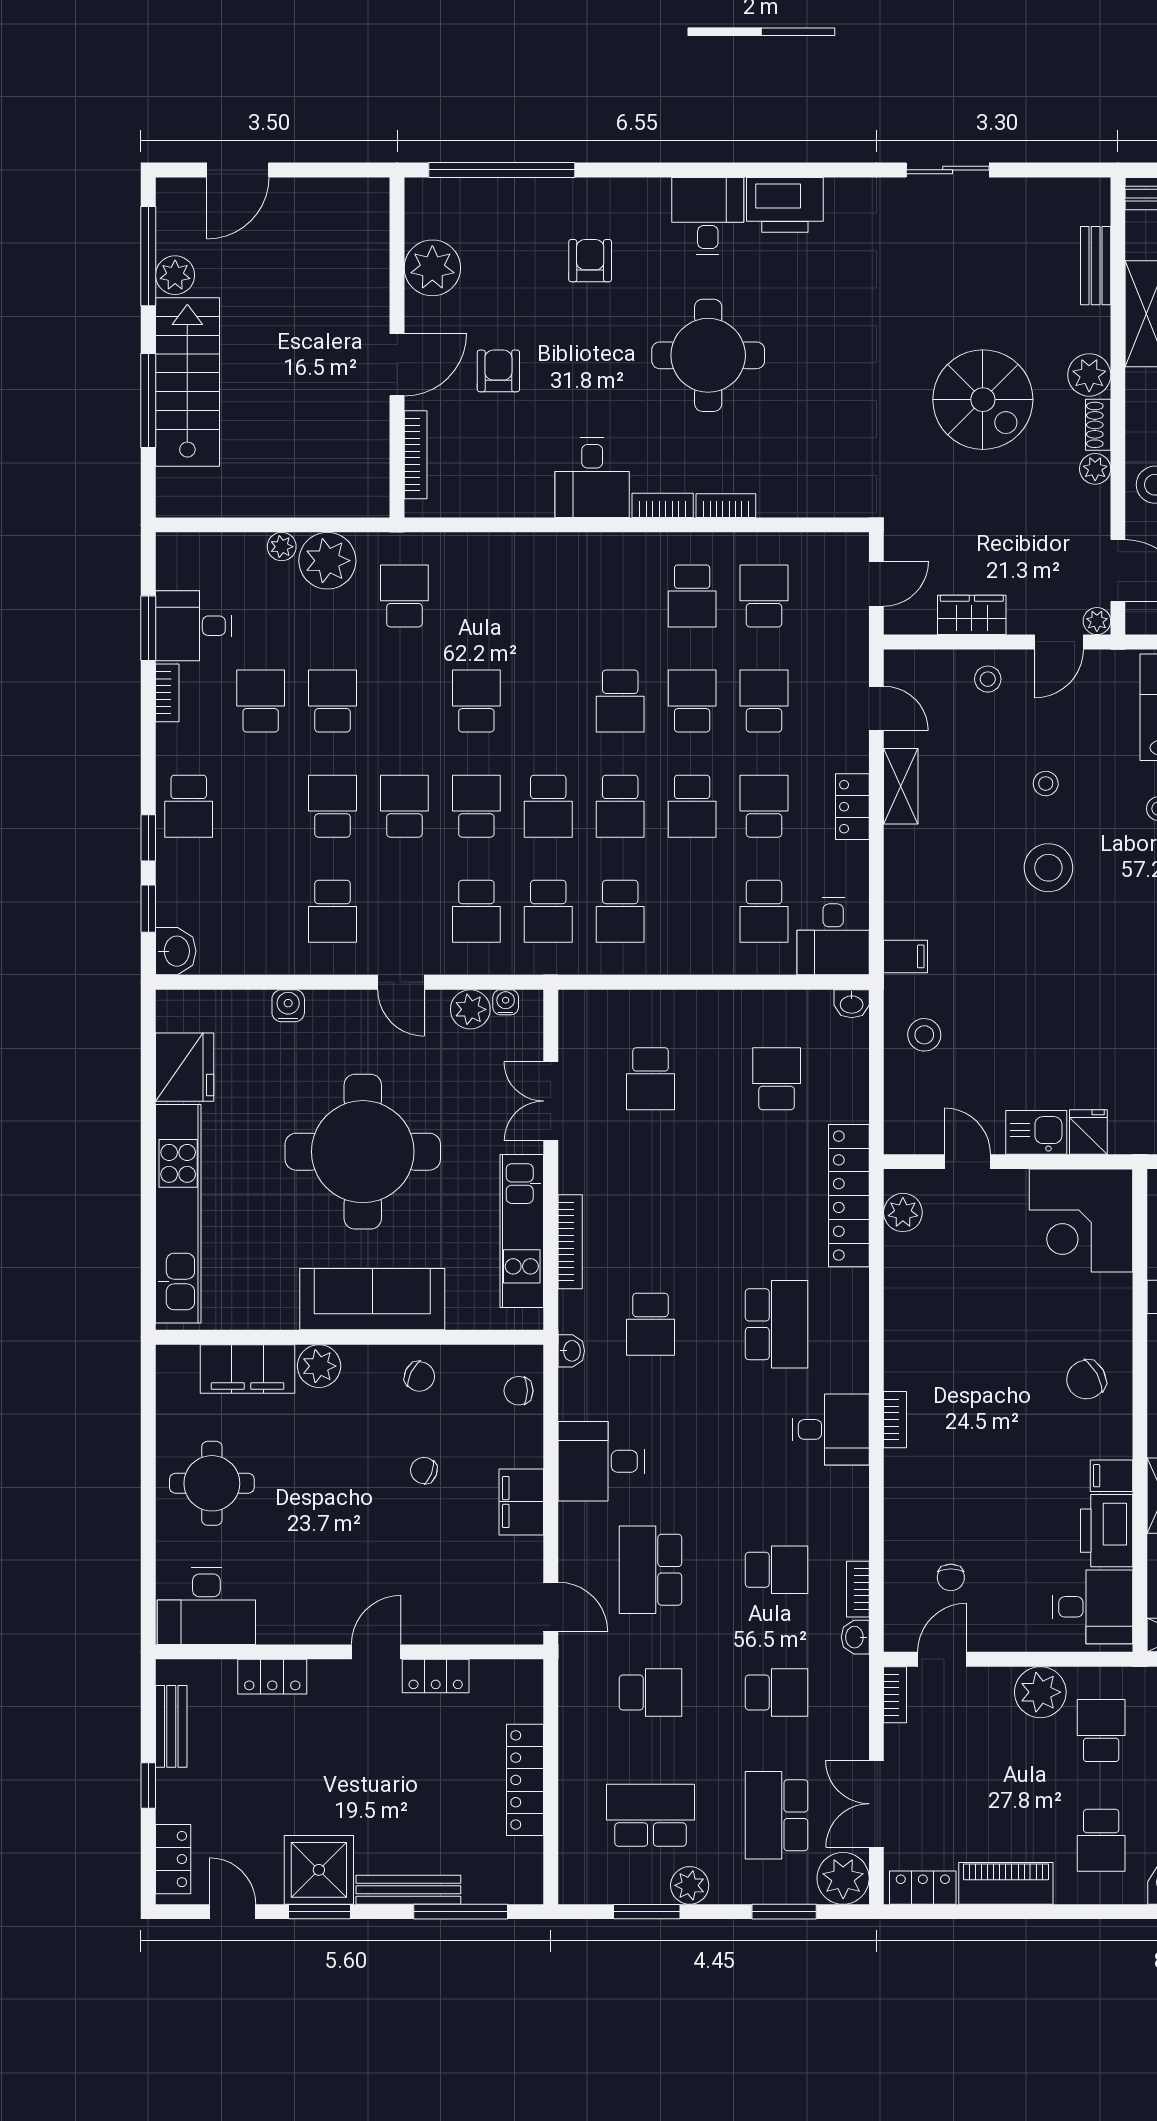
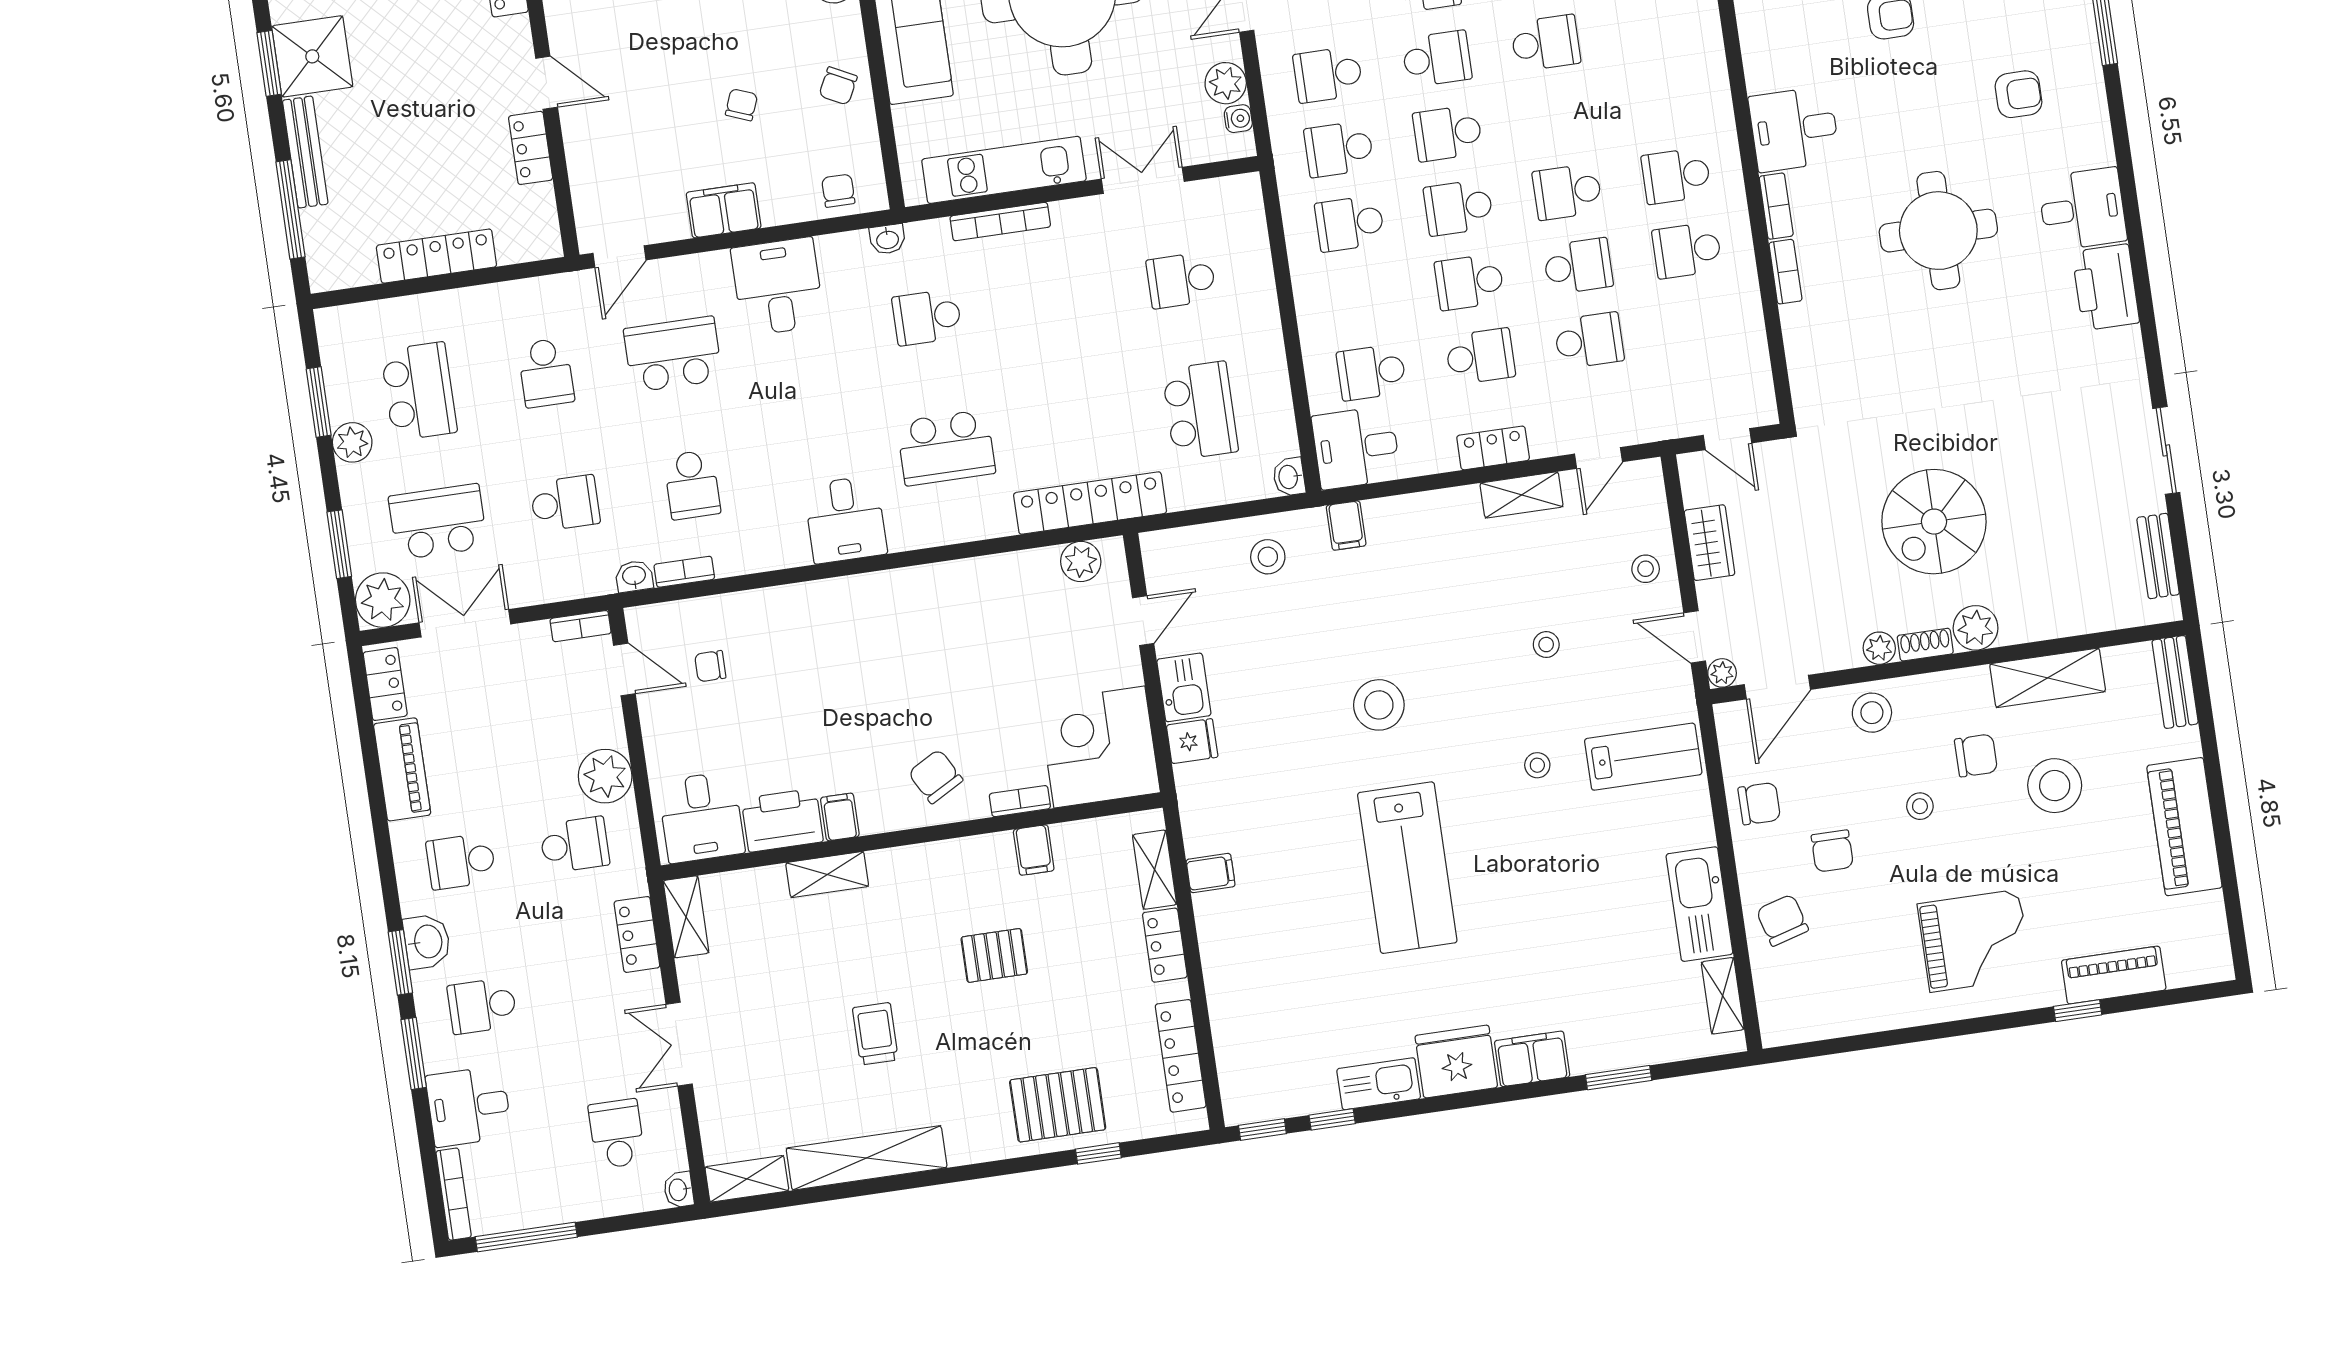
bench: (1096, 266) -> (2158, 556), moved, turned 90
school desk: (764, 596) -> (1676, 176), moved, turned 180
stool: (1048, 868) -> (1379, 705), moved
school desk: (777, 1079) -> (1200, 411), width x1.85
bookcase: (895, 1420) -> (1020, 801), moved, turned 180
school desk: (777, 1693) -> (565, 503), turned -90

